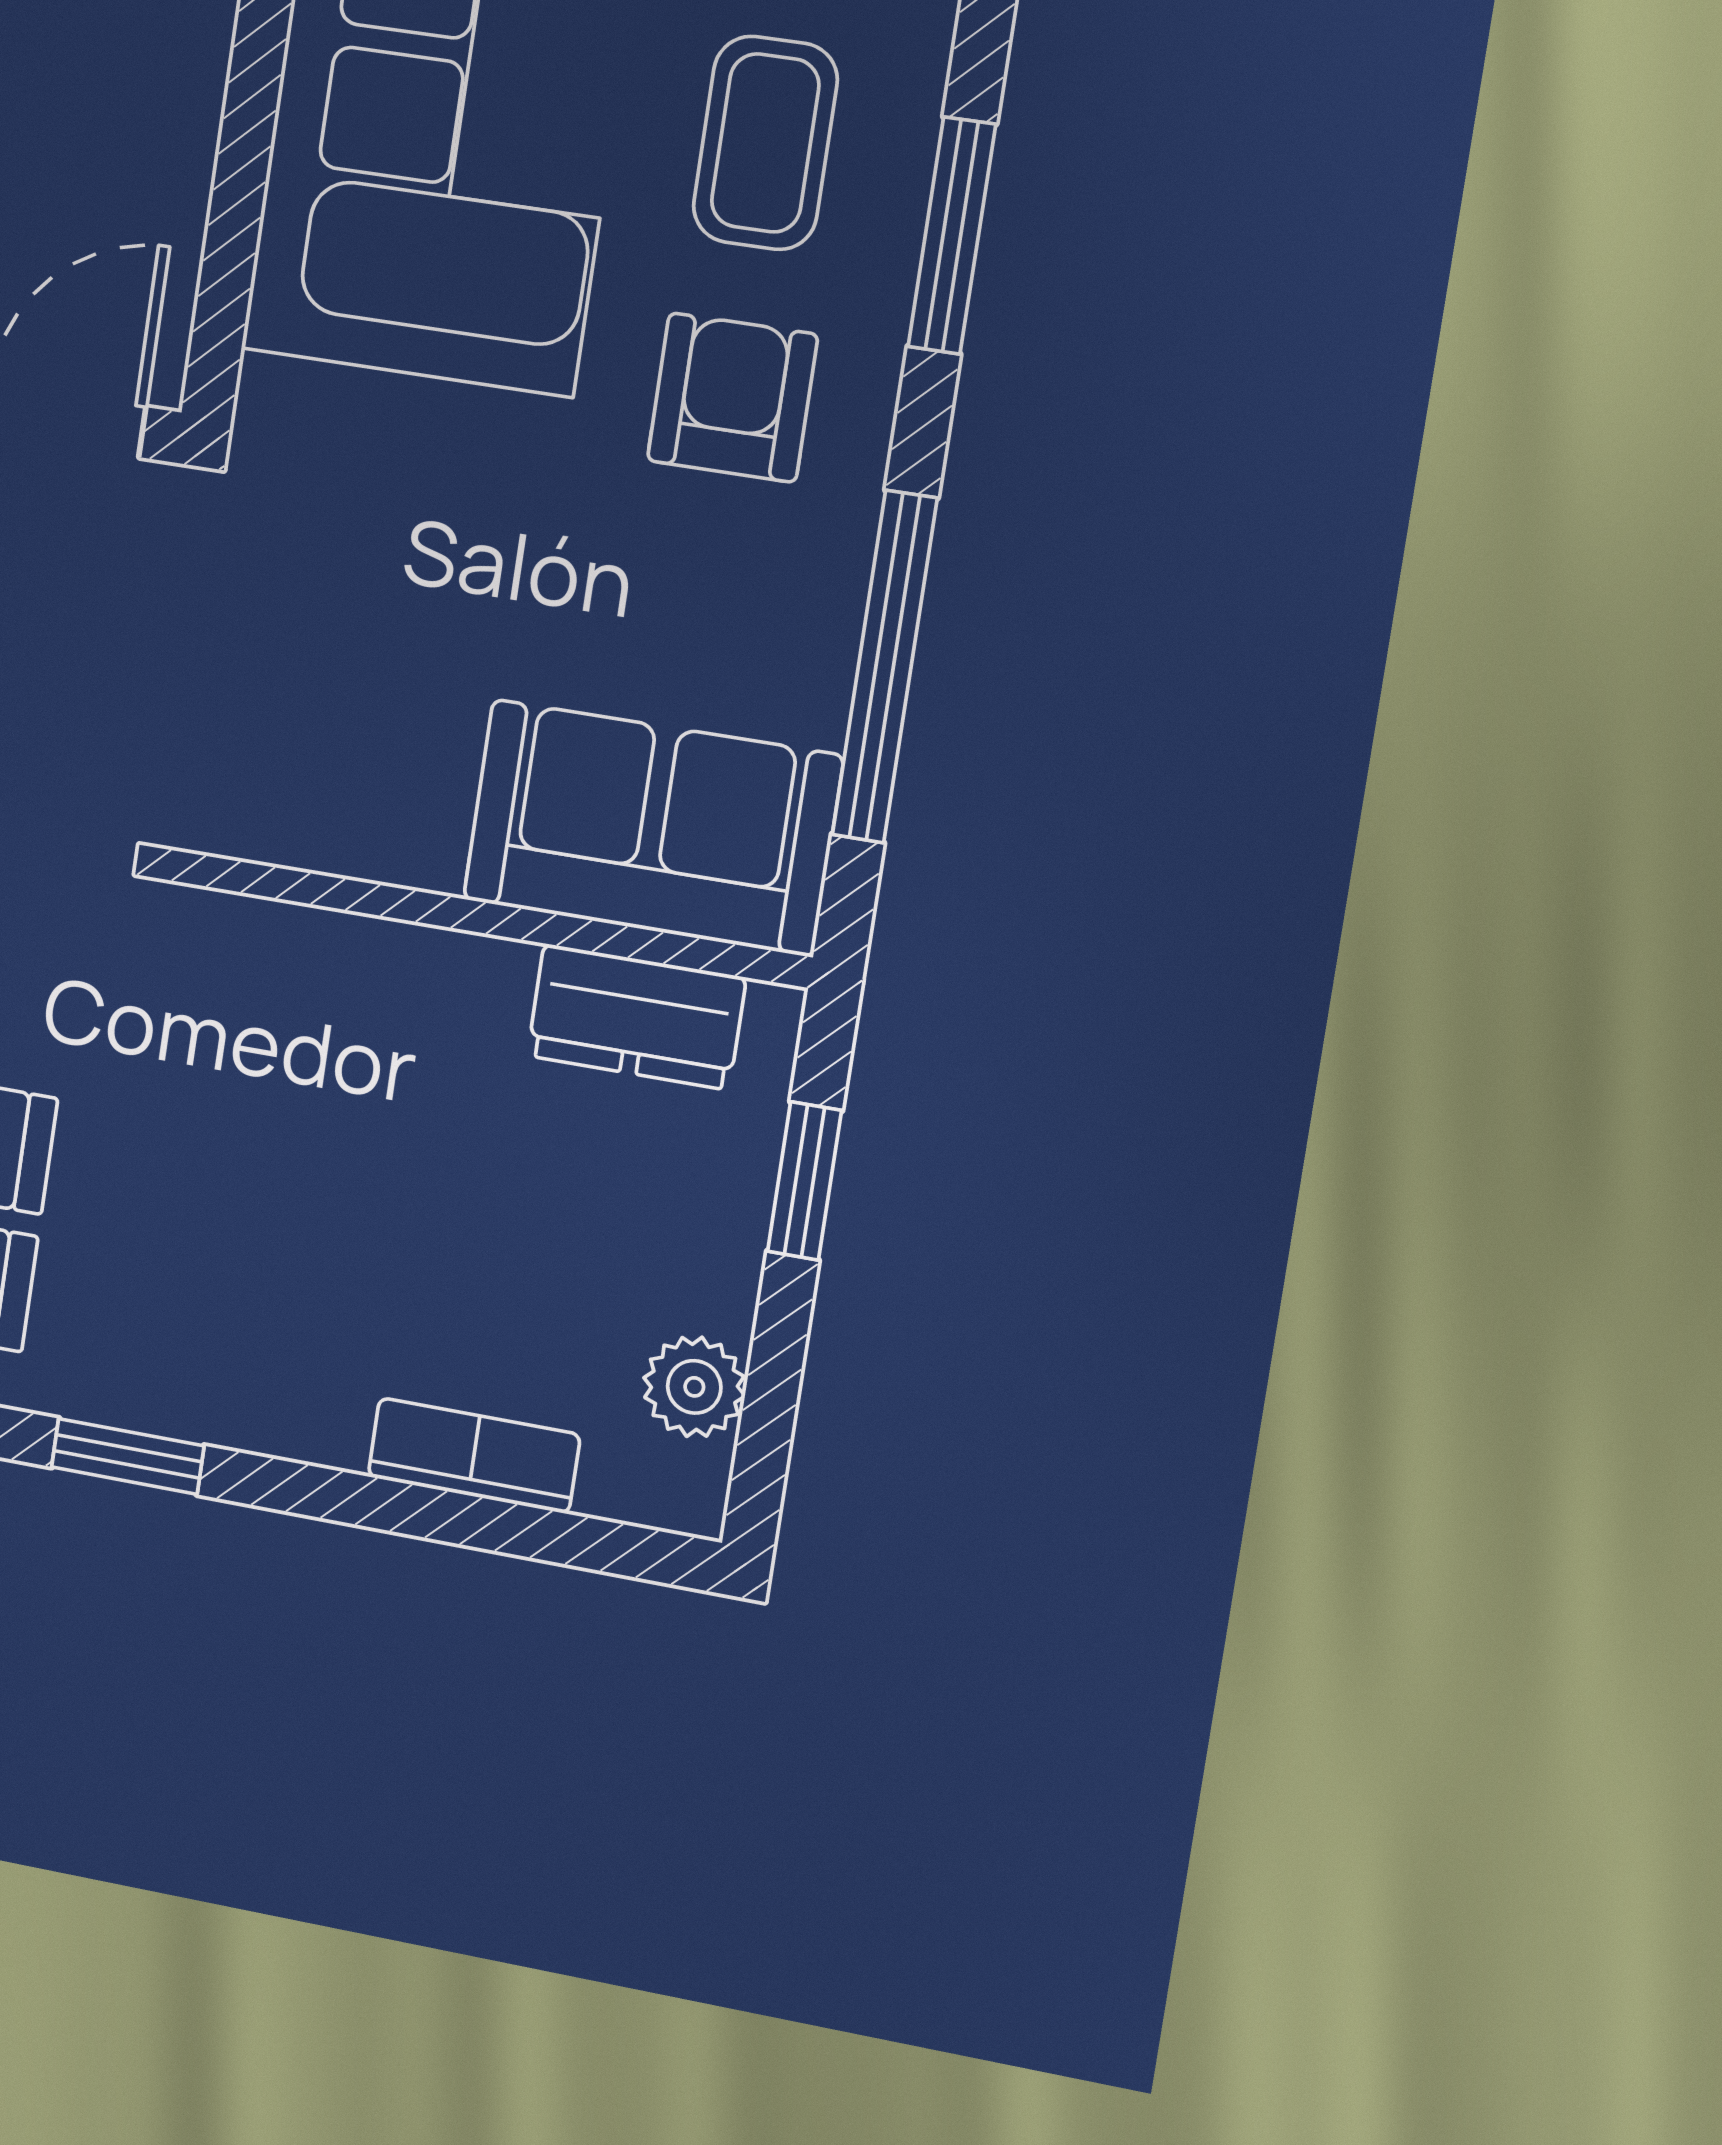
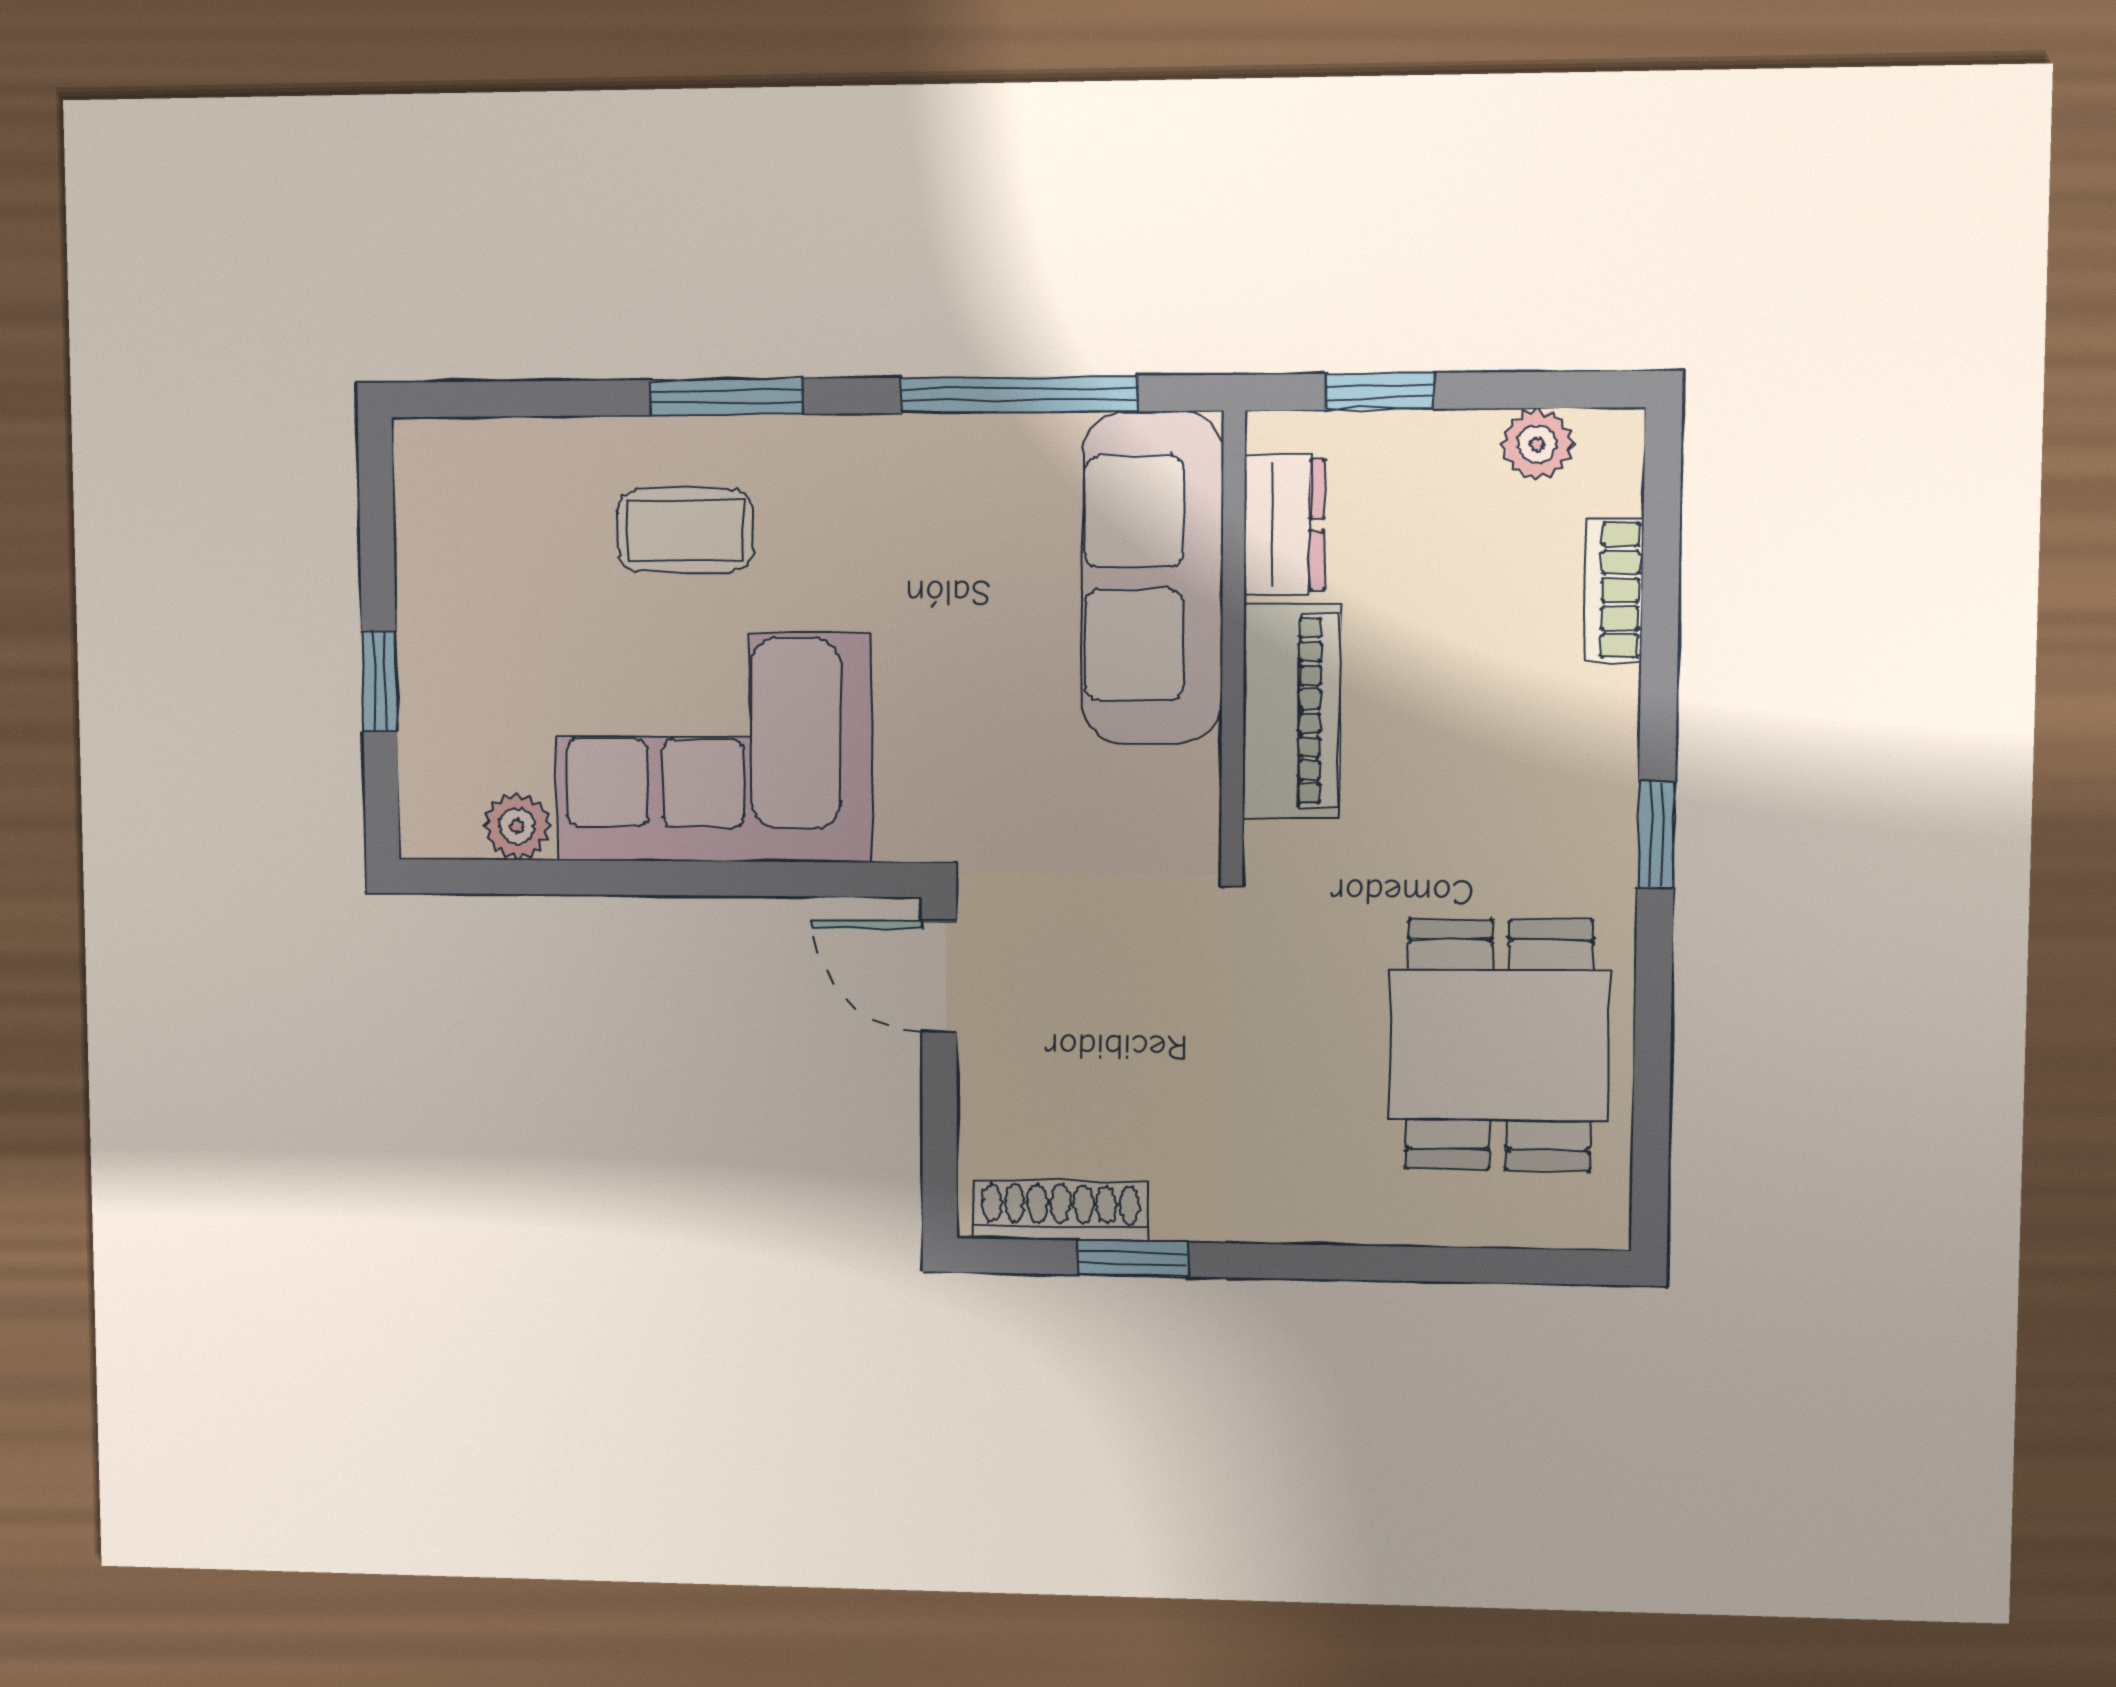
armchair: (732, 398) -> (855, 526), removed
sofa: (653, 828) -> (1152, 578), width x1.36
piano: (372, 984) -> (1291, 711), added

